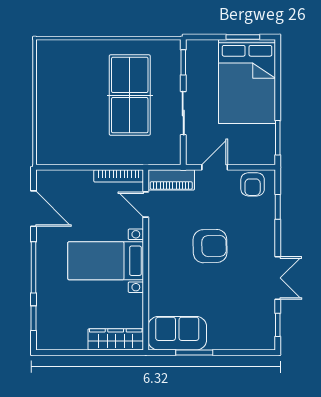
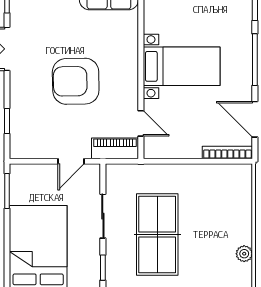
plant: (44, 76) -> (244, 254), added
bookcase: (119, 176) -> (227, 152), moved
armchair: (253, 184) -> (32, 144), removed
armchair: (210, 246) -> (76, 81), width x1.36, depth x1.36

